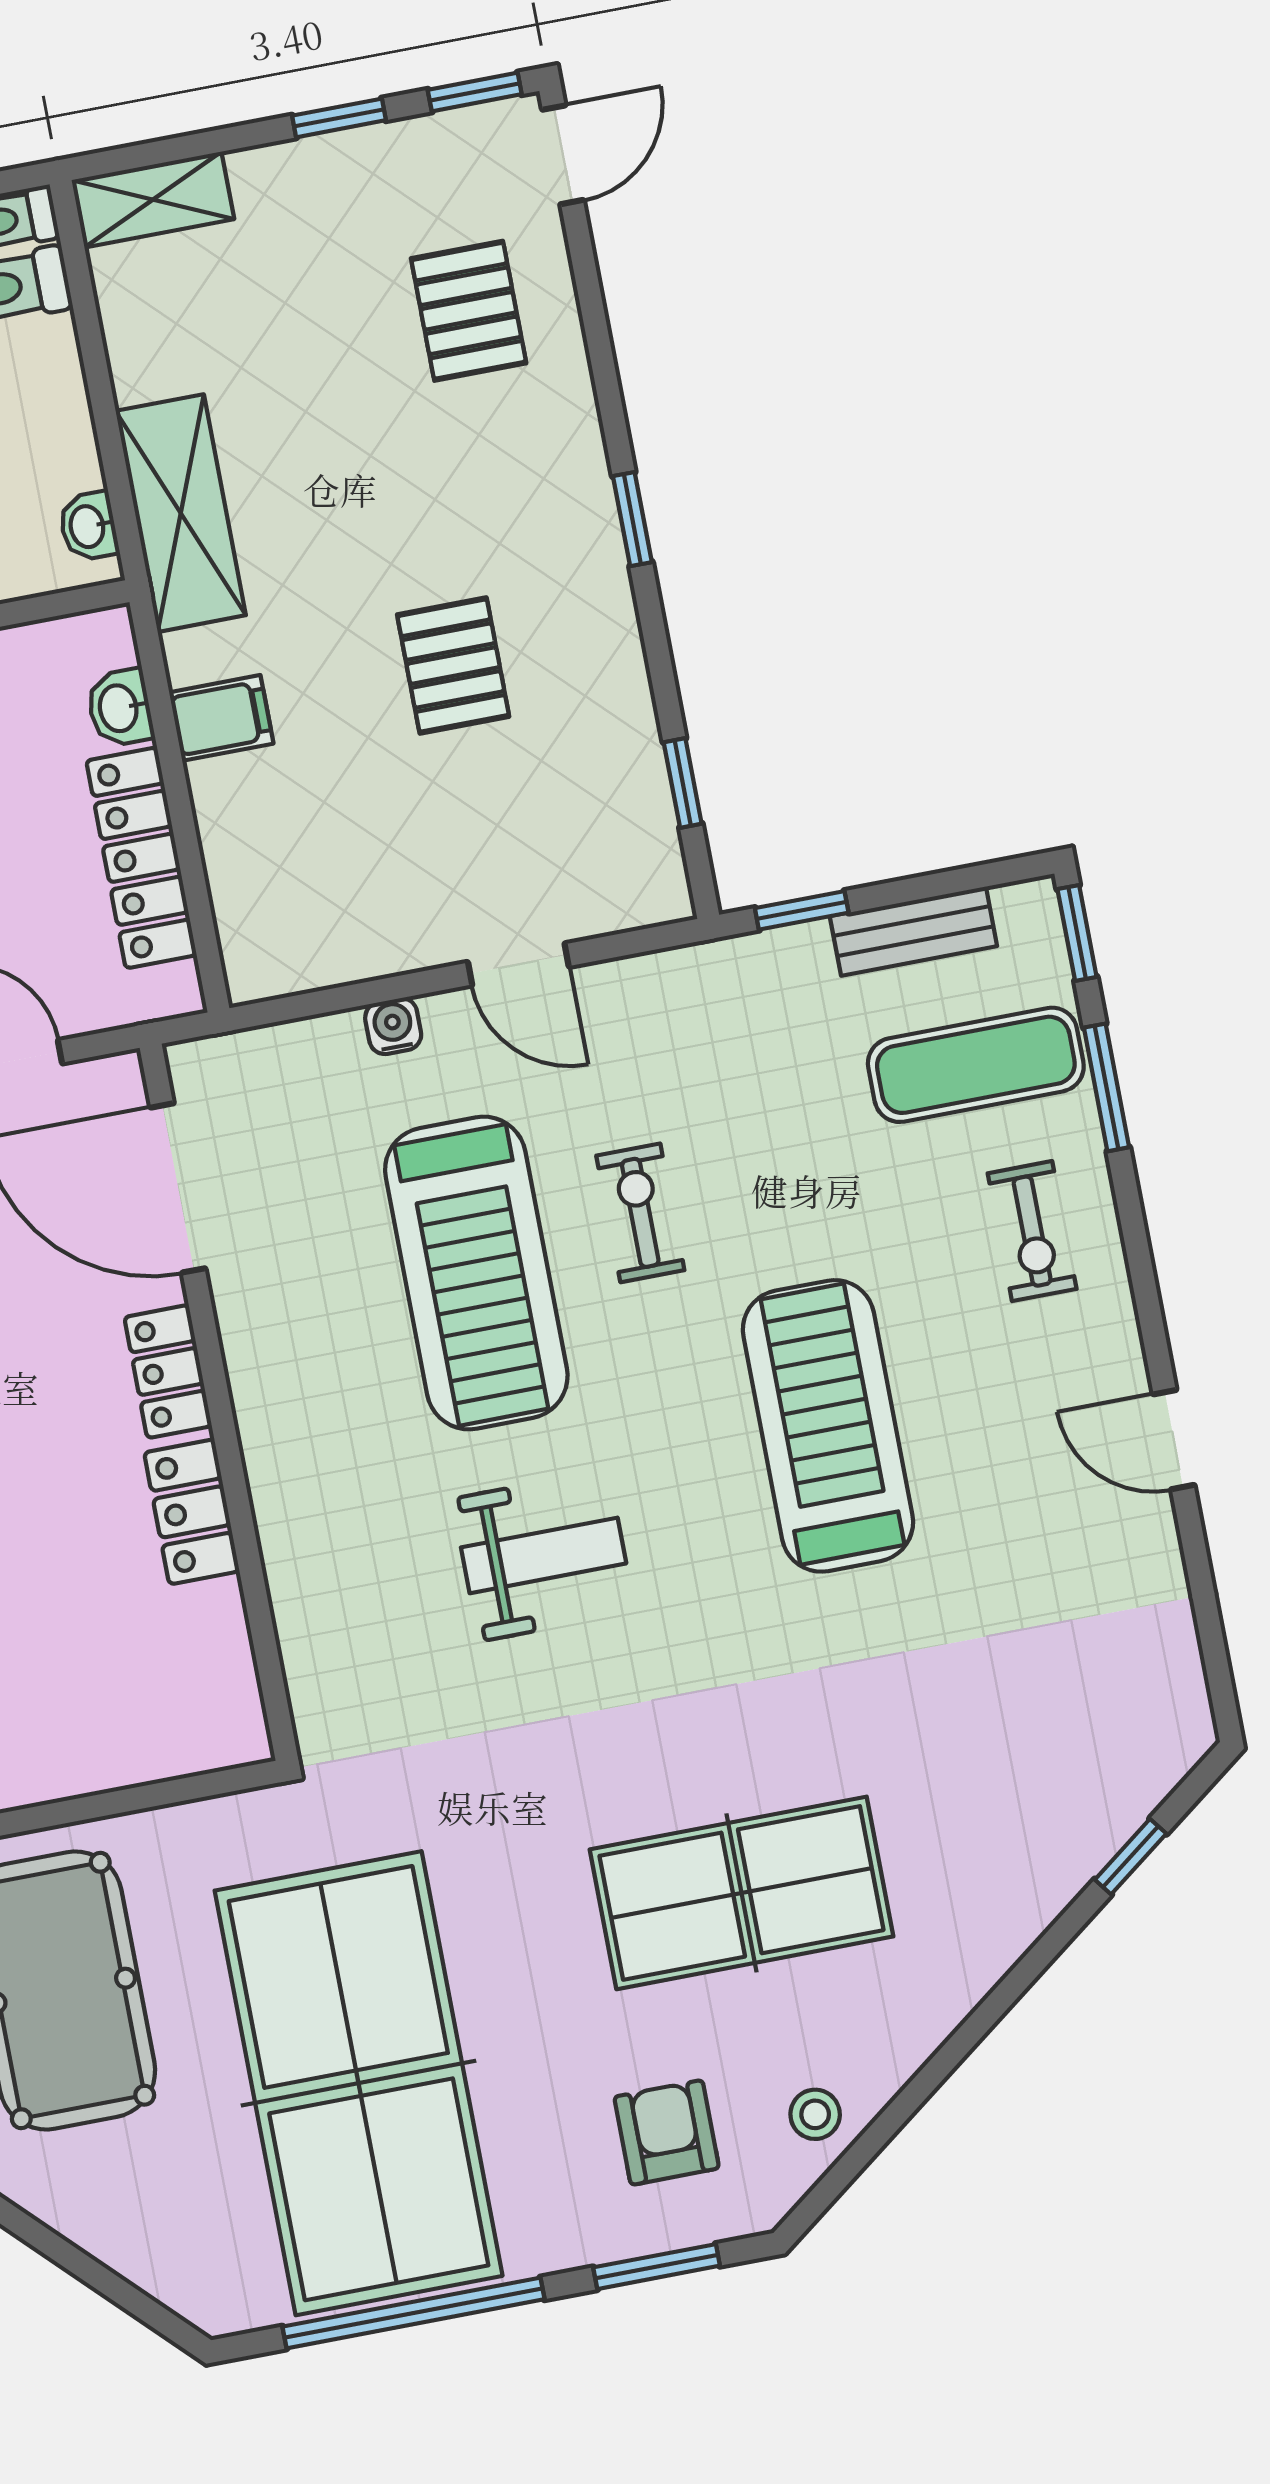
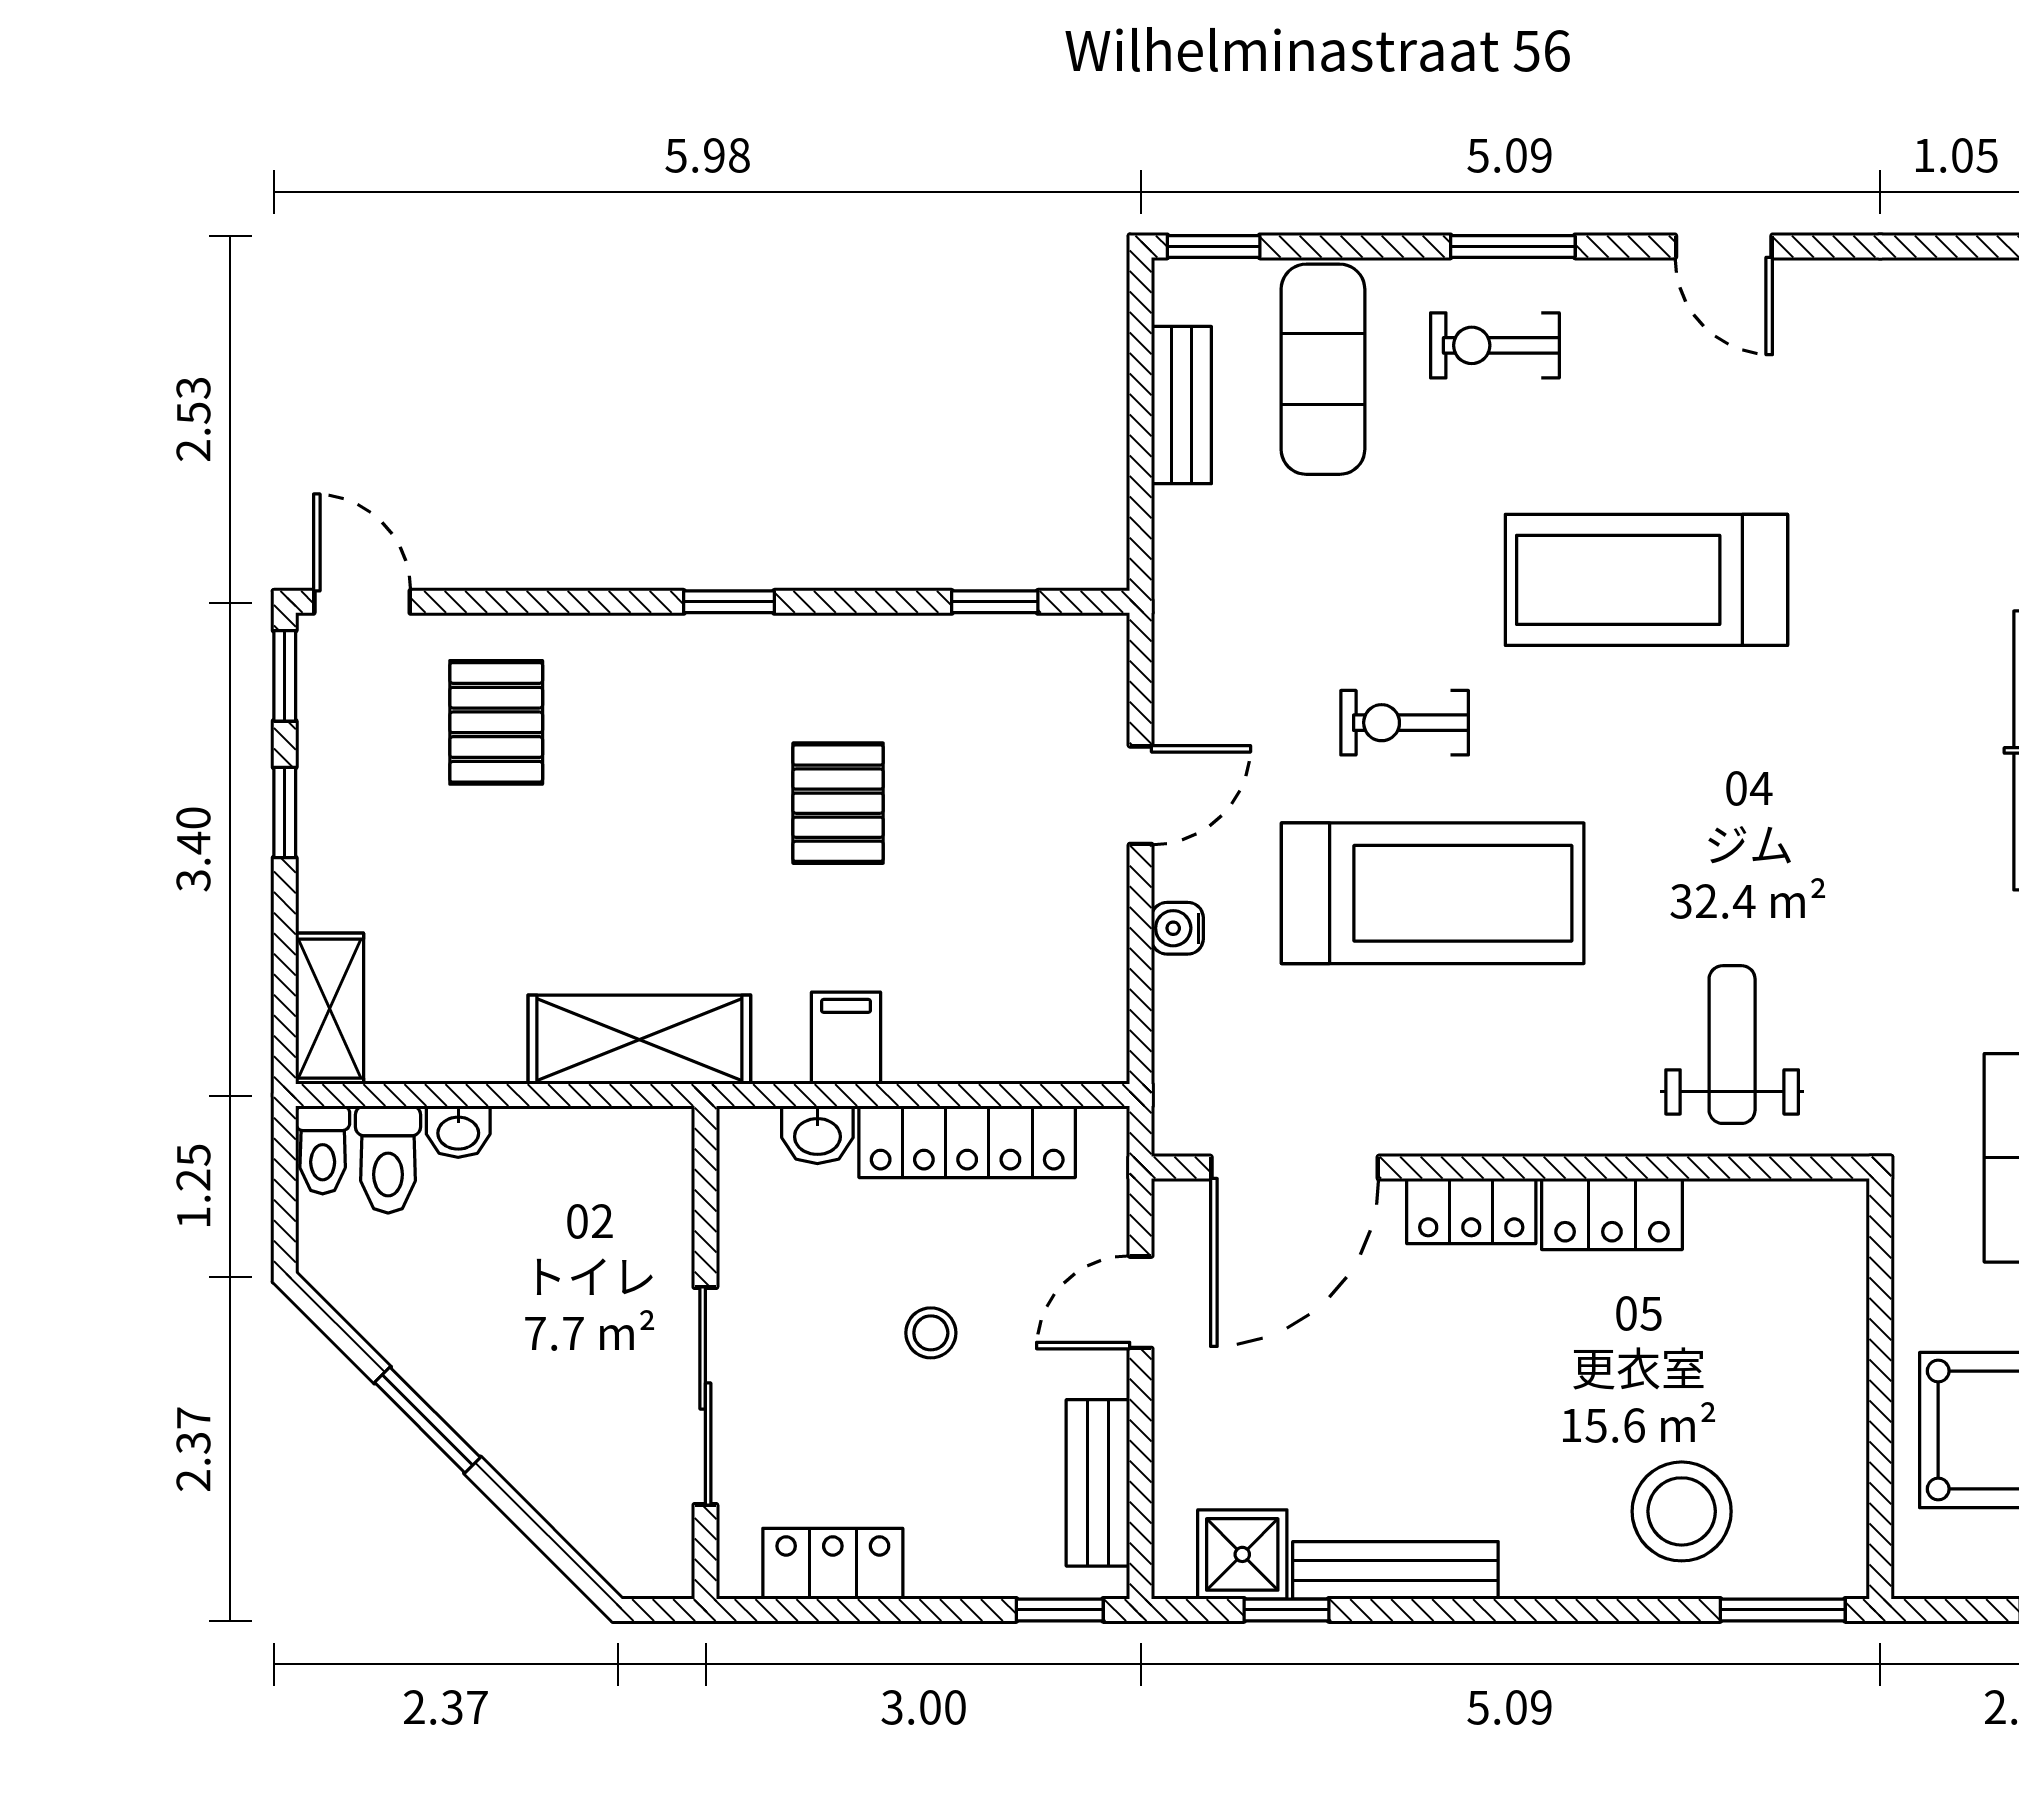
pallet: (469, 311) -> (496, 722), turned 90
washbasin: (89, 526) -> (458, 1132), moved
pallet: (453, 666) -> (838, 803), turned 90
window: (802, 910) -> (1141, 510), removed
window: (1107, 1087) -> (1513, 246), moved
exercise bike: (1032, 1231) -> (1495, 345), turned 180
door: (1174, 1440) -> (1724, 246), hinge flipped
weight bench: (544, 1555) -> (1732, 1045), moved

